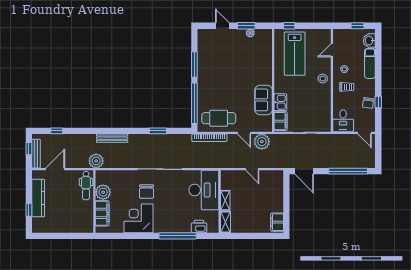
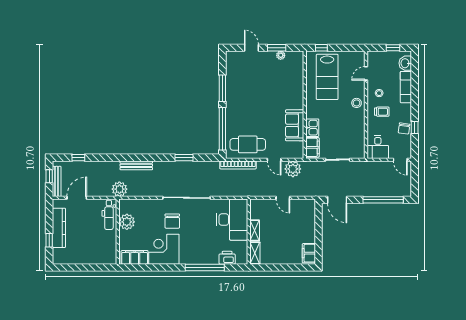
filing cabinet: (102, 213) -> (135, 257), moved, turned -90

